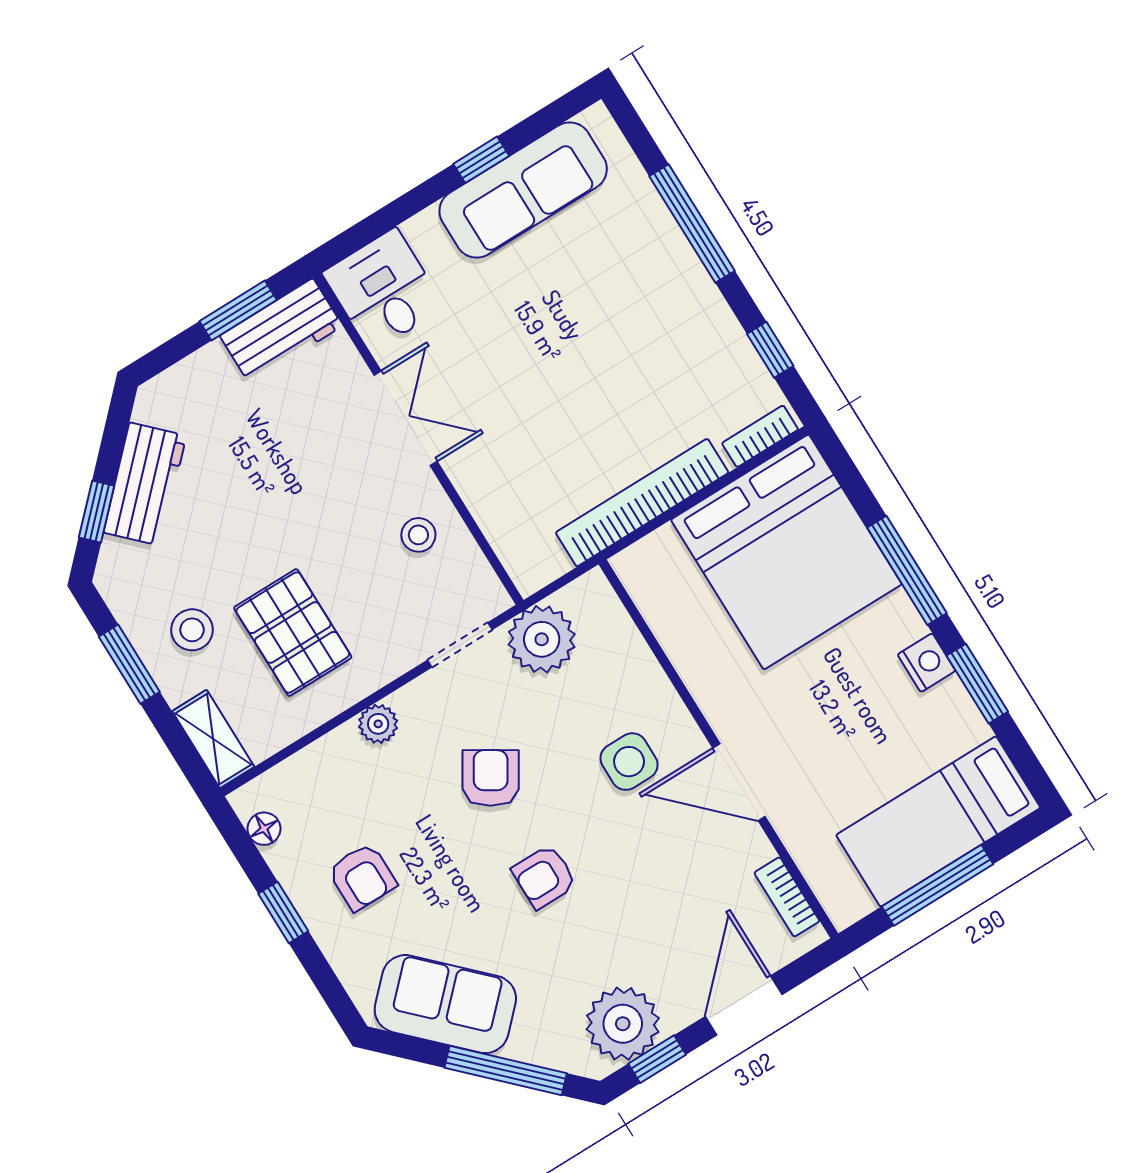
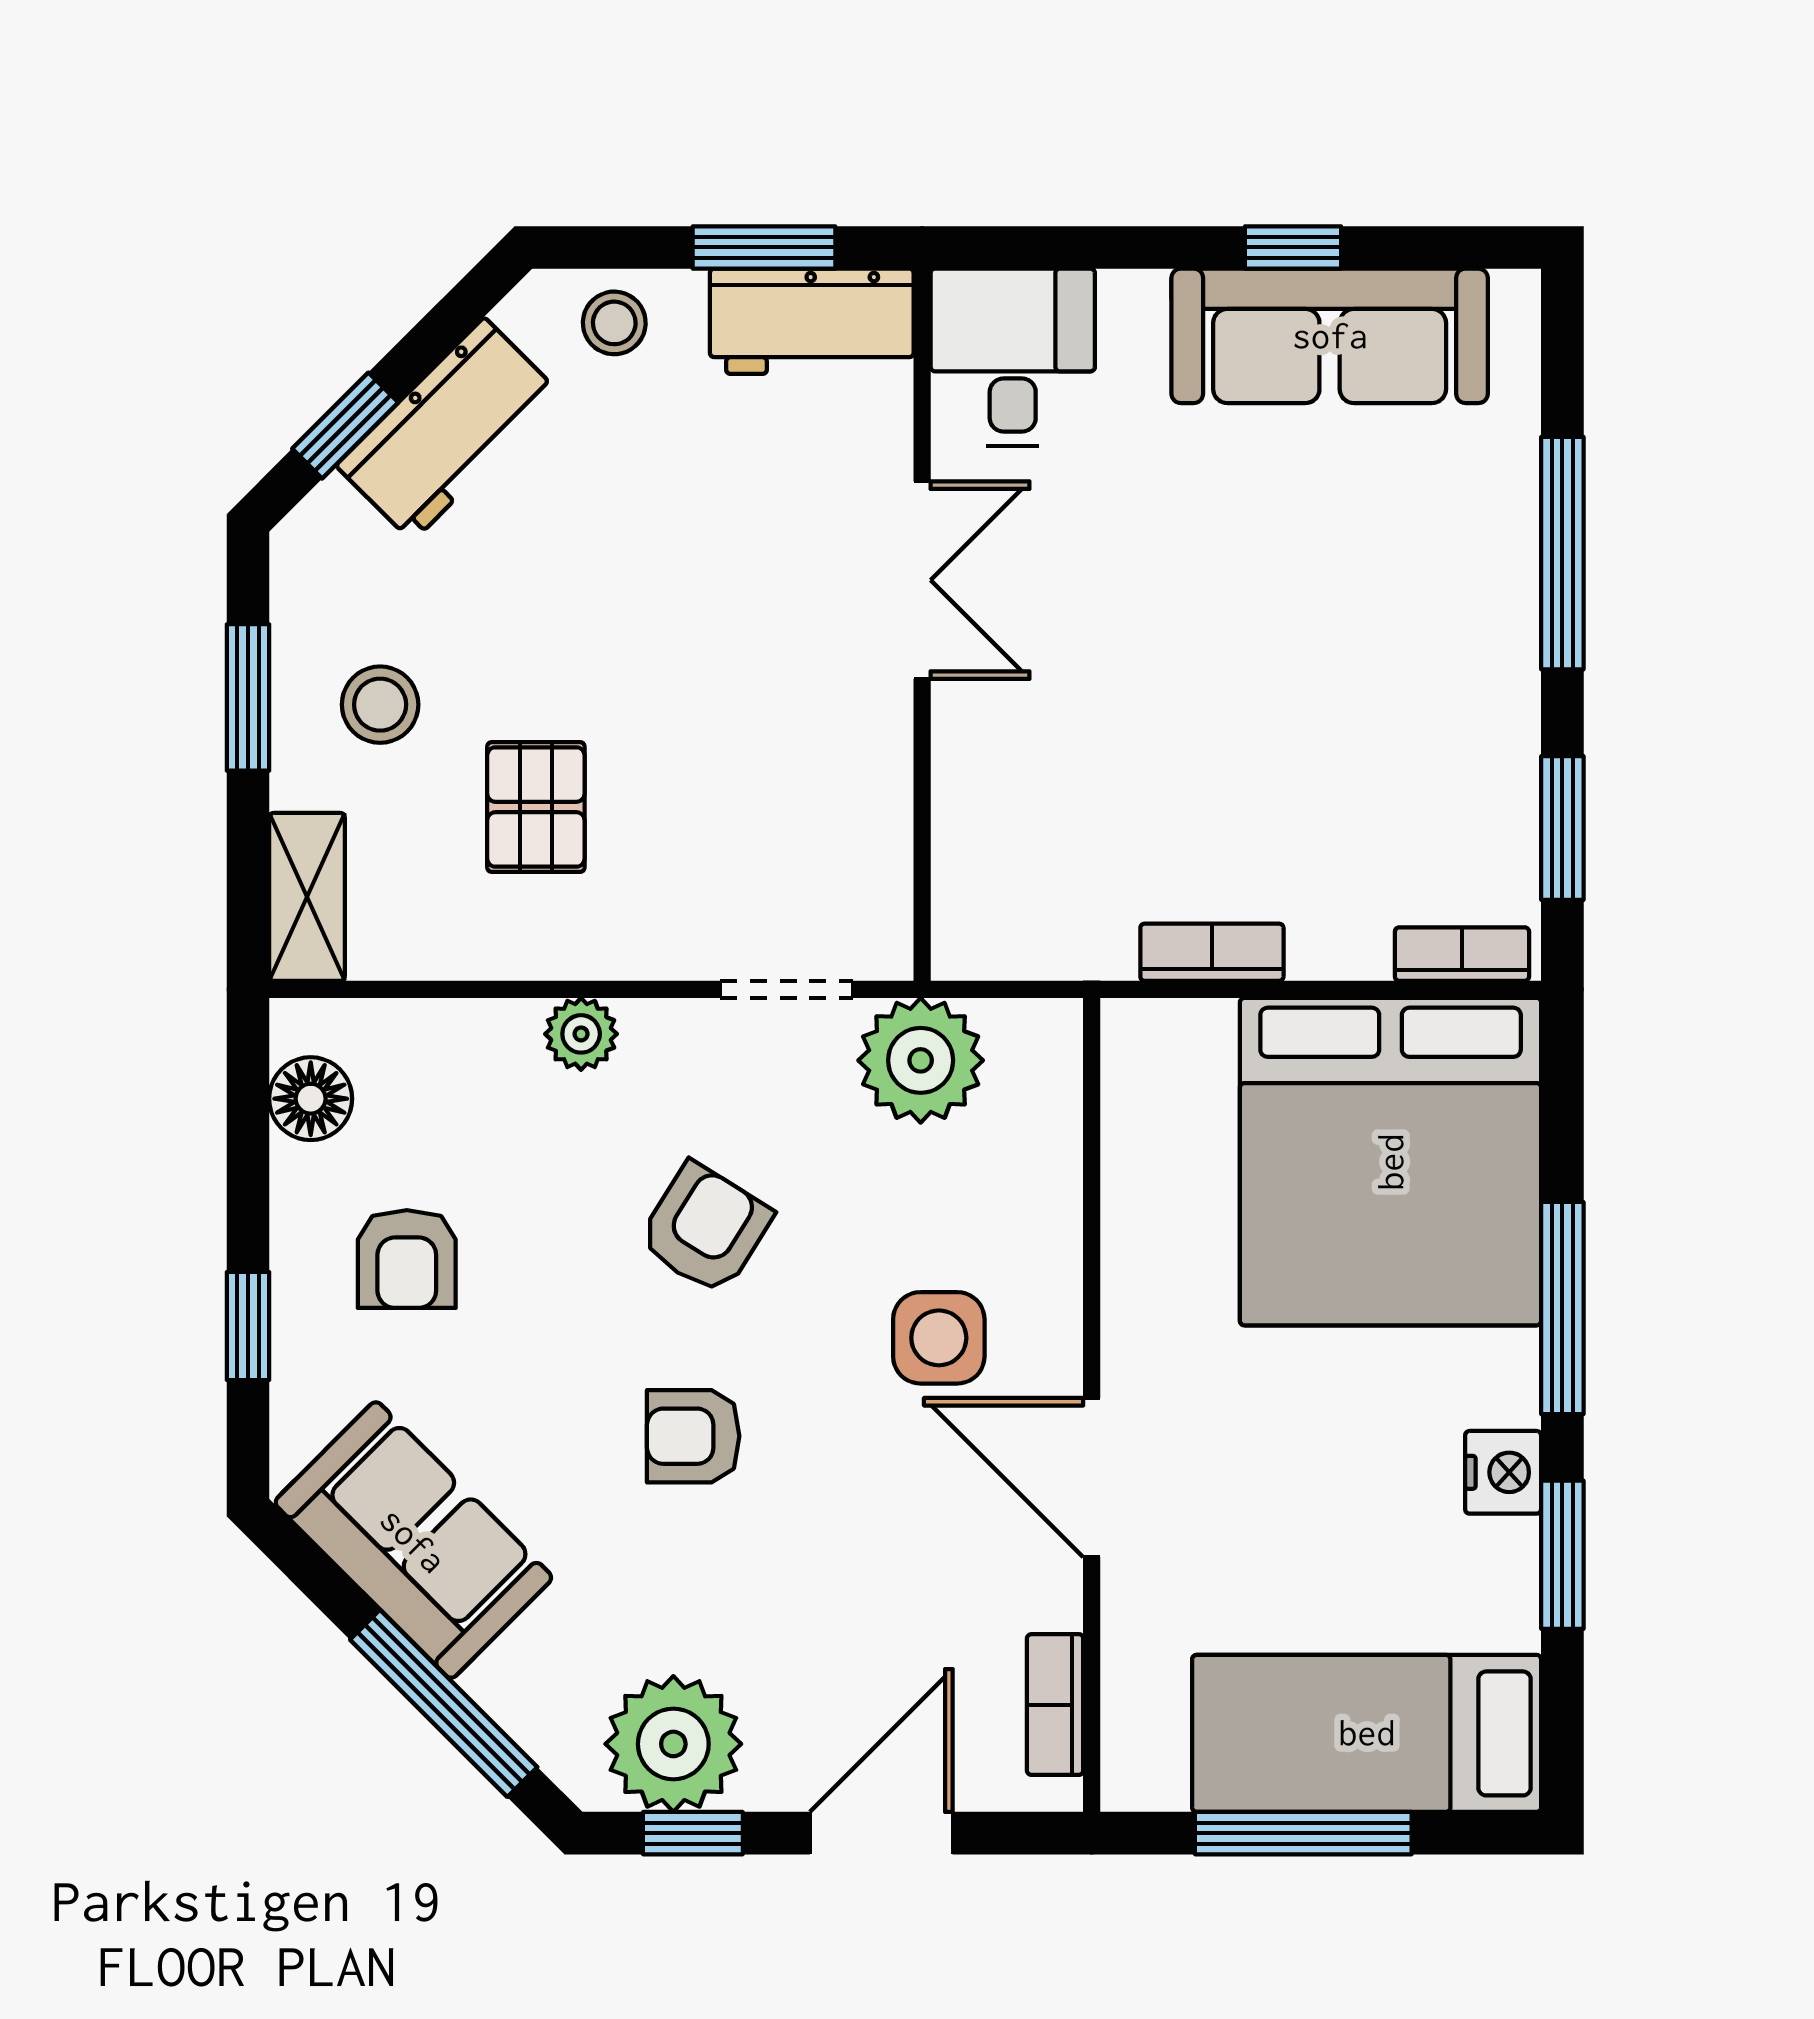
window: (770, 350) -> (1562, 828), width x1.50
bookcase: (642, 503) -> (1212, 952), width x0.43, depth x0.76
stool: (418, 535) -> (614, 323), moved
pallet: (293, 633) -> (536, 807), width x0.67, depth x0.71
floor lamp: (264, 829) -> (311, 1099), width x1.37, depth x1.37
window: (283, 912) -> (248, 1326), moved

